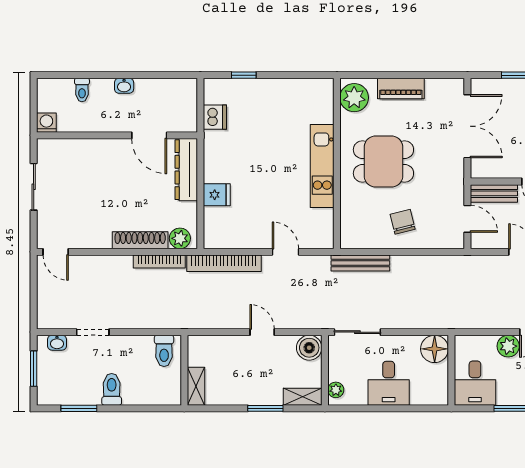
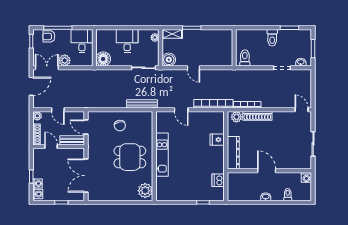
piano: (401, 89) -> (121, 195), removed
door: (149, 135) -> (267, 171), moved
shelving: (196, 386) -> (228, 39), removed

